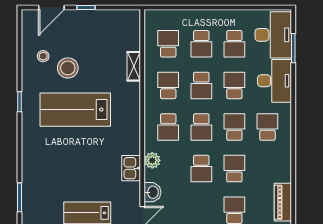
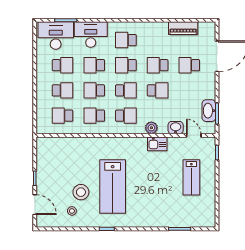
shelving: (134, 66) -> (80, 142), removed
school desk: (201, 85) -> (94, 90), turned 180

